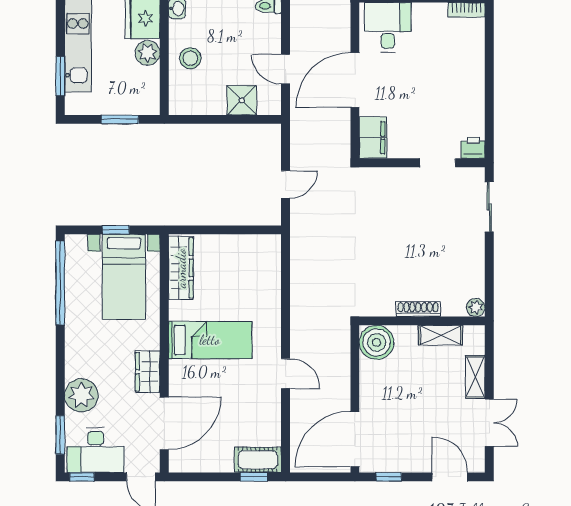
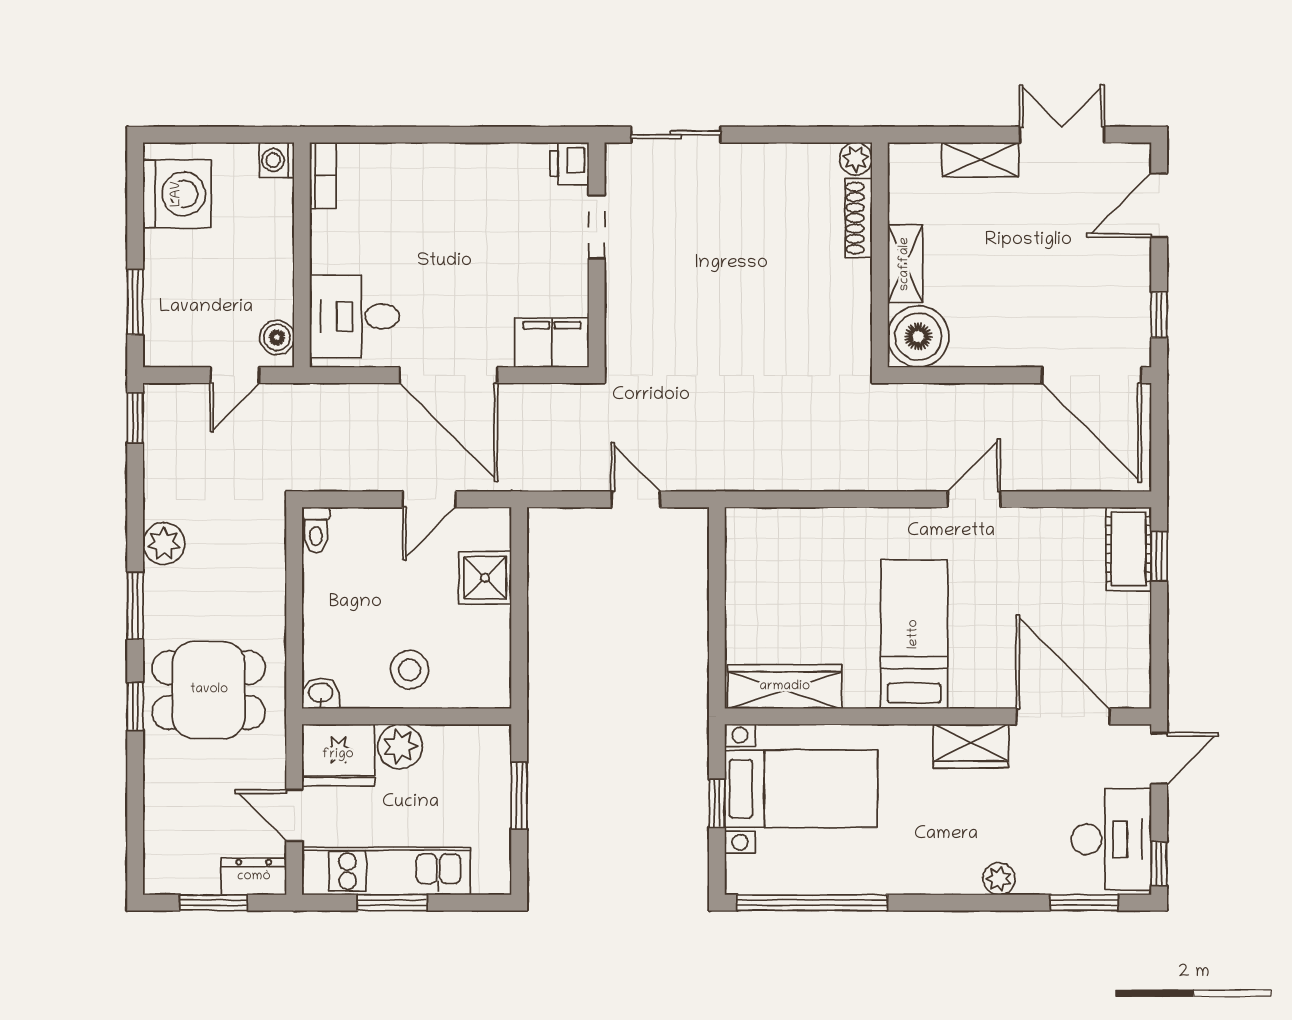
window: (60, 76) -> (392, 903), moved
shoe rack: (418, 309) -> (859, 218), moved
shelving: (440, 335) -> (905, 264), moved
plant: (81, 395) -> (999, 879), width x0.53, depth x0.53

